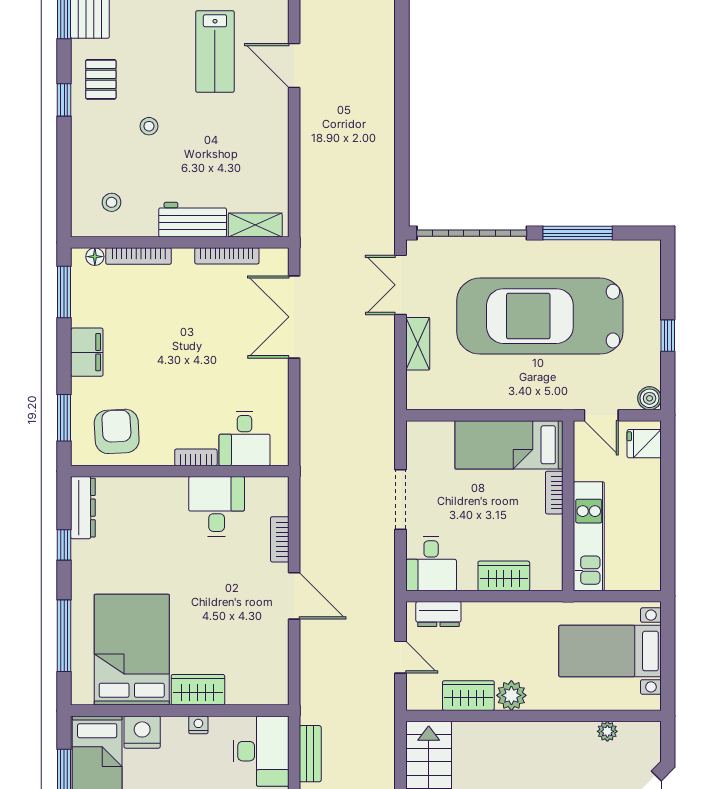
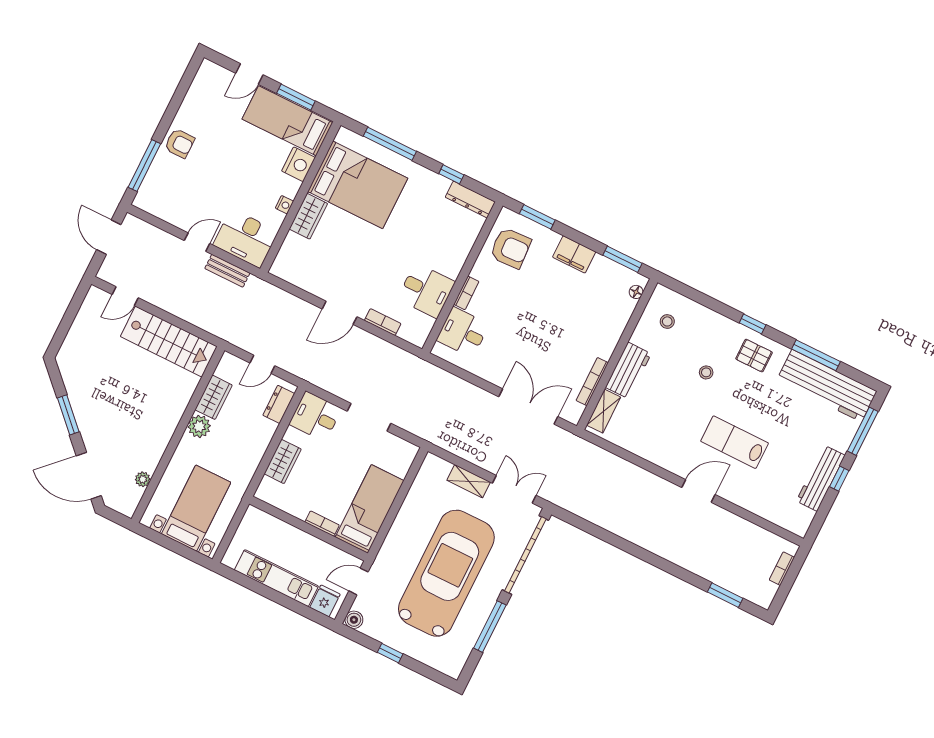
bookcase: (139, 256) -> (622, 322), removed
kitchen unit: (589, 536) -> (276, 578), moved, turned 180

